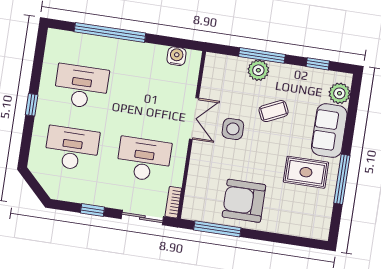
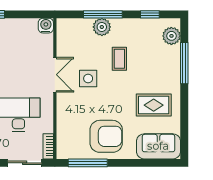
water cooler: (177, 56) -> (46, 26), moved
coffee table: (274, 111) -> (119, 59), turned -65
sofa: (329, 131) -> (158, 146), moved, turned 90
window: (342, 179) -> (184, 63), moved
armchair: (244, 201) -> (106, 136), turned 180

